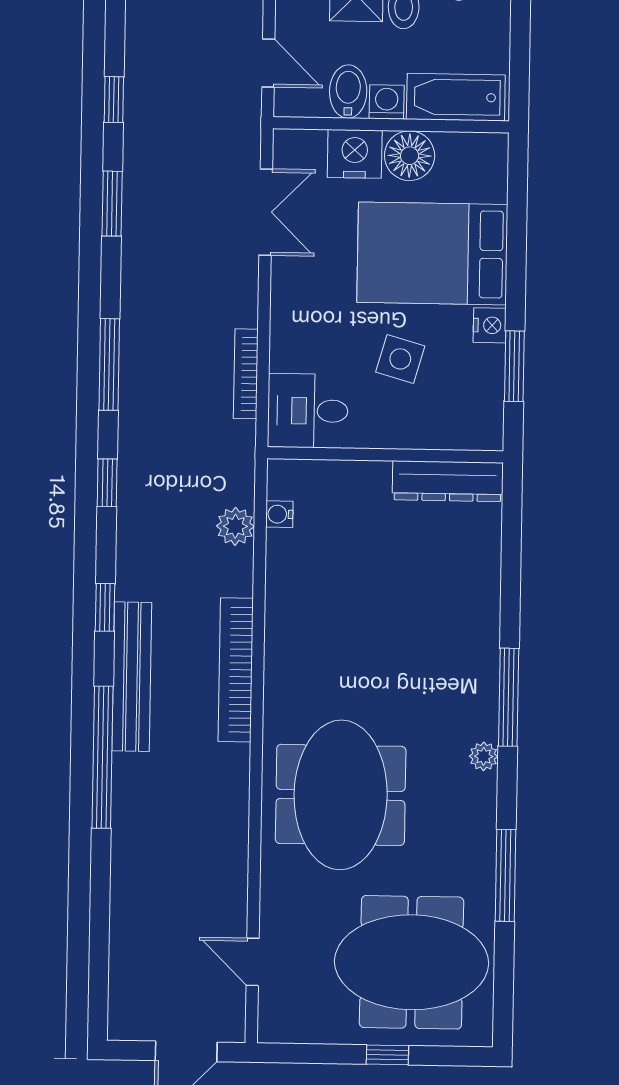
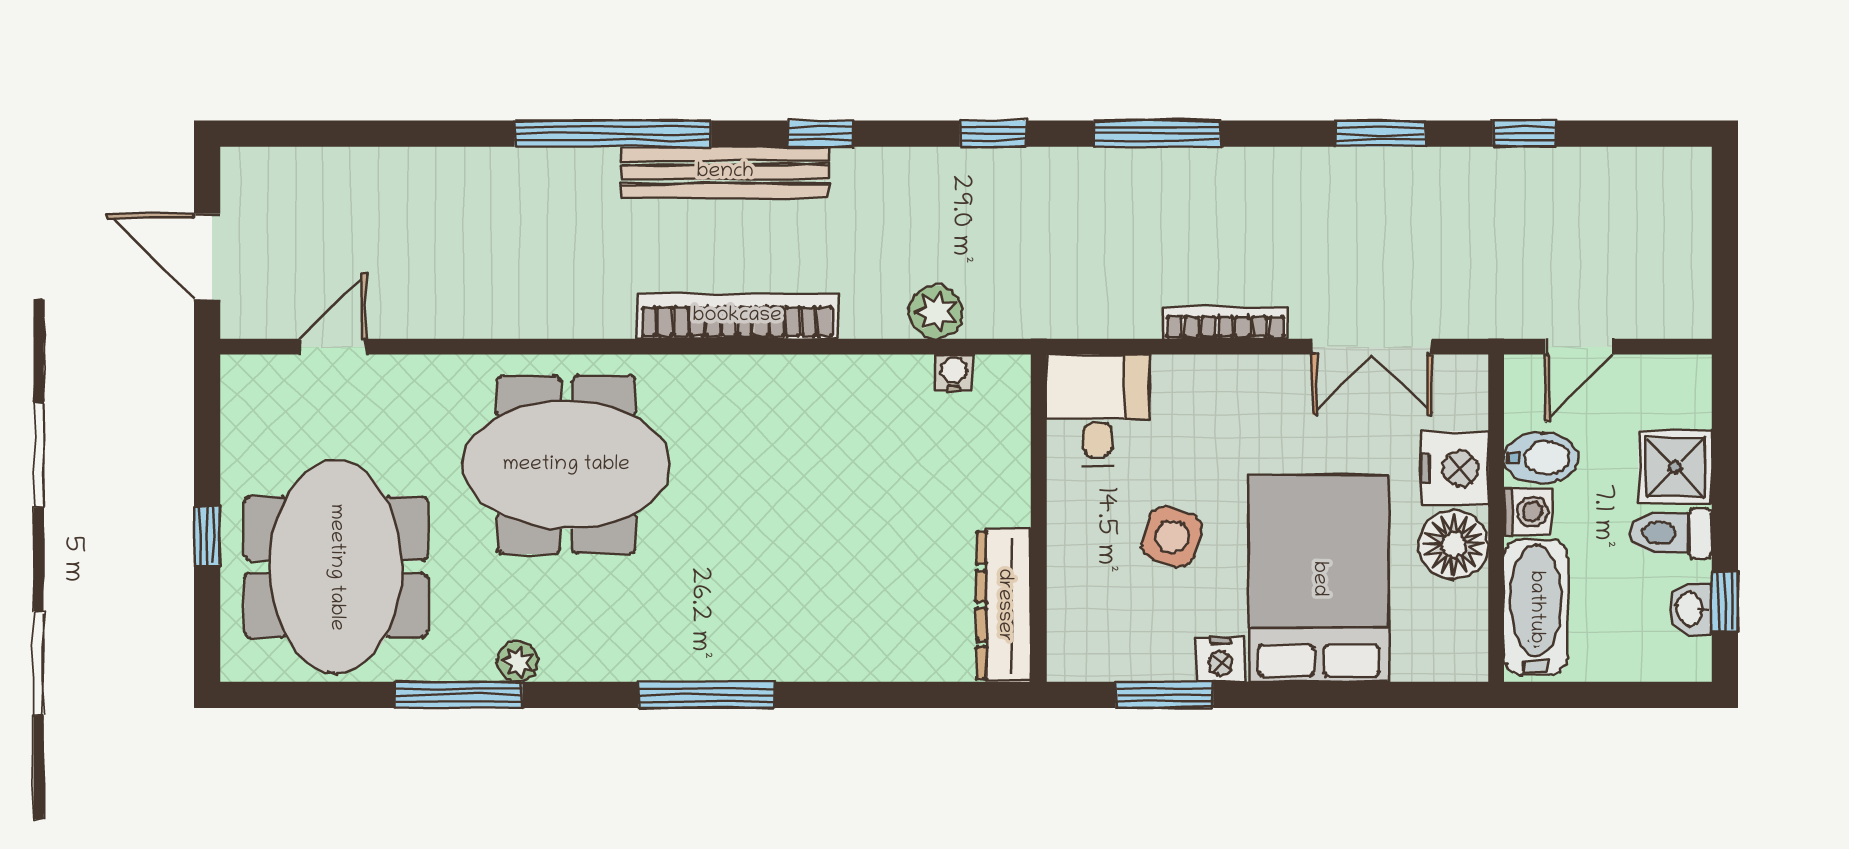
bookcase: (246, 374) -> (1225, 323), moved
plant: (484, 756) -> (518, 662), moved

